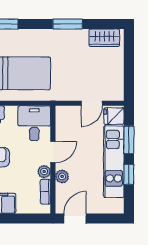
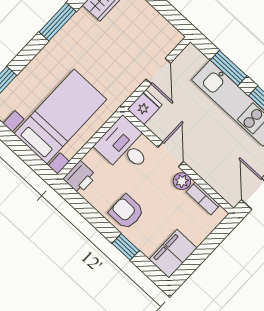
fridge: (114, 116) -> (145, 107), moved, turned 180
plant: (62, 176) -> (203, 168), removed

